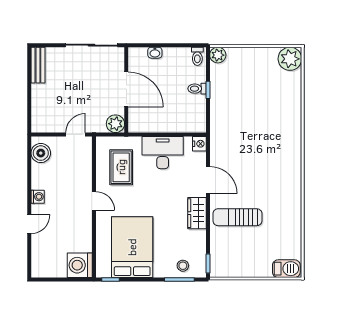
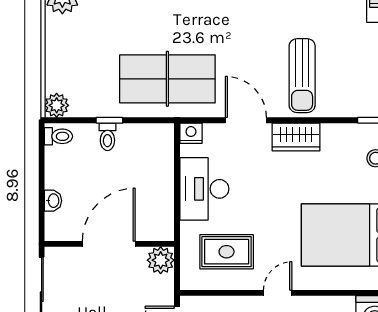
table tennis table: (235, 128) -> (167, 79), added
door: (208, 180) -> (246, 120), hinge flipped

